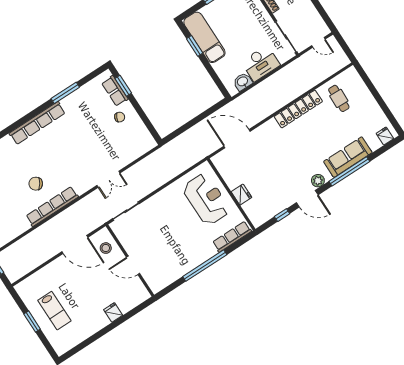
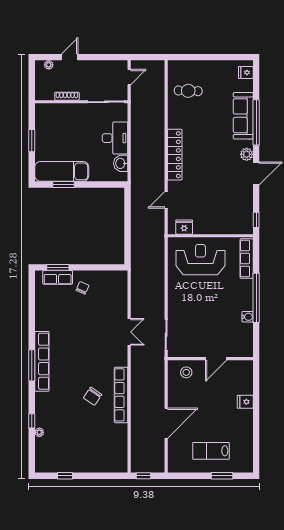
window: (65, 93) -> (32, 365), moved
locker: (298, 109) -> (175, 155), moved
door: (237, 139) -> (166, 200), width x0.53
fridge: (241, 195) -> (184, 227), moved
window: (282, 215) -> (256, 220), moved
door: (75, 244) -> (166, 423), moved
water cooler: (184, 269) -> (248, 317), added
lab bench: (54, 311) -> (211, 451), turned 180
window: (32, 322) -> (222, 476), moved

